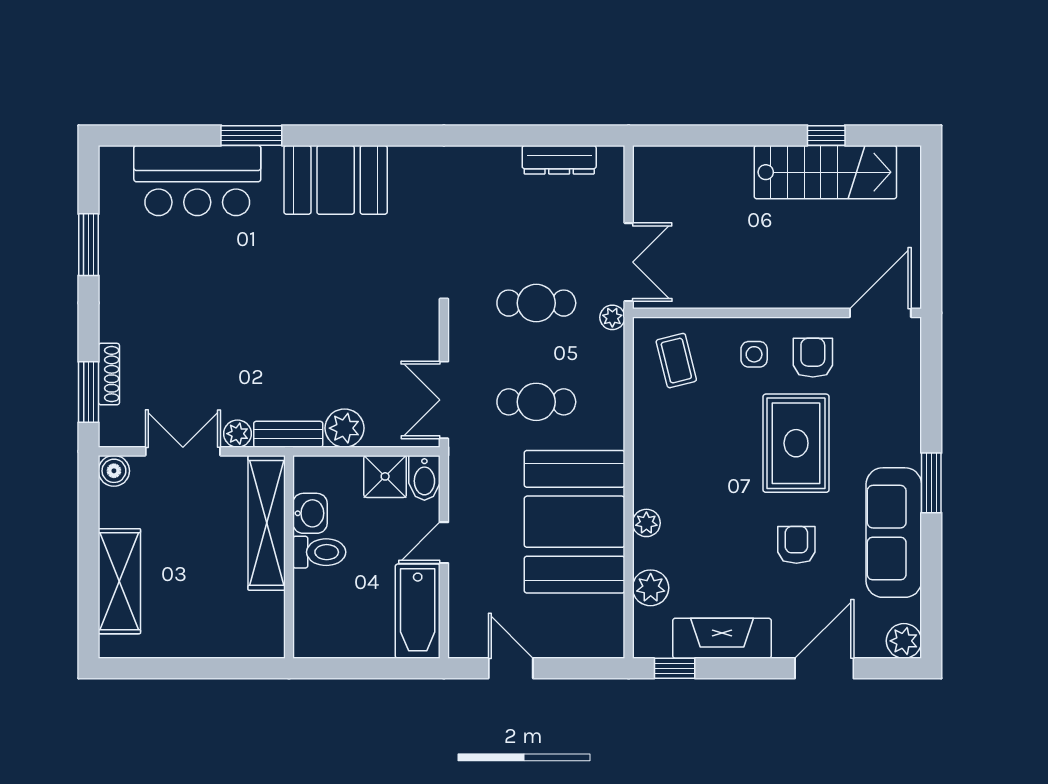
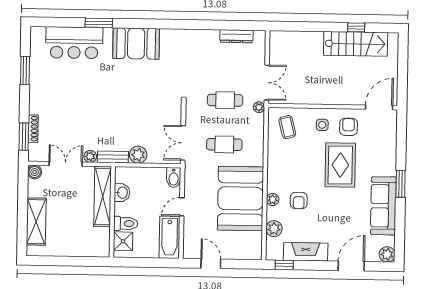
shower: (385, 476) -> (123, 241), moved
armchair: (796, 545) -> (299, 201), moved, turned 180
toilet: (319, 552) -> (126, 224), moved

